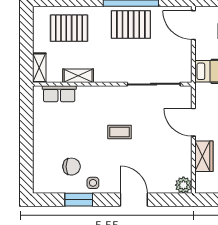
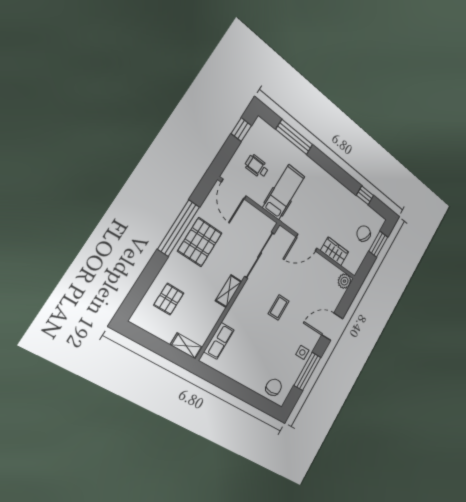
door: (193, 25) -> (234, 189), hinge flipped
pallet: (69, 28) -> (169, 299), width x0.67, depth x0.71
shelving: (78, 76) -> (229, 291), moved
chair: (72, 167) -> (274, 387), moved
window: (79, 200) -> (307, 371), width x1.44

